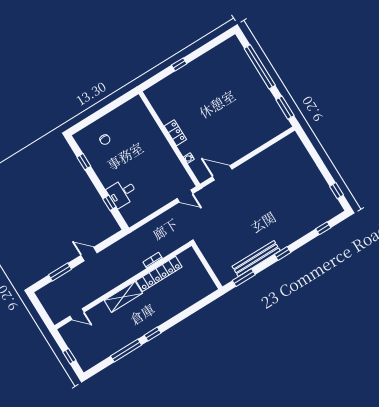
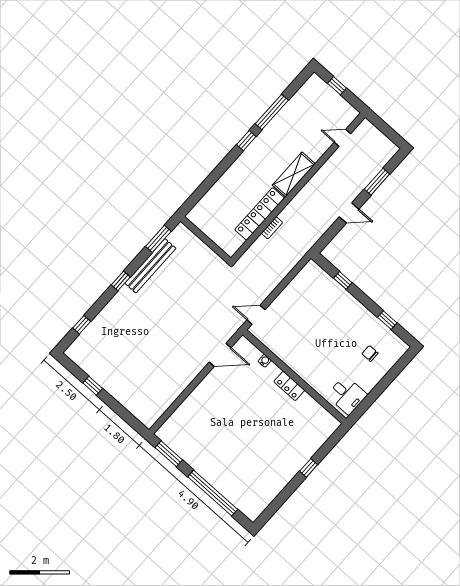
window: (337, 191) -> (93, 386), moved
desk: (122, 193) -> (347, 395), moved, turned 90

